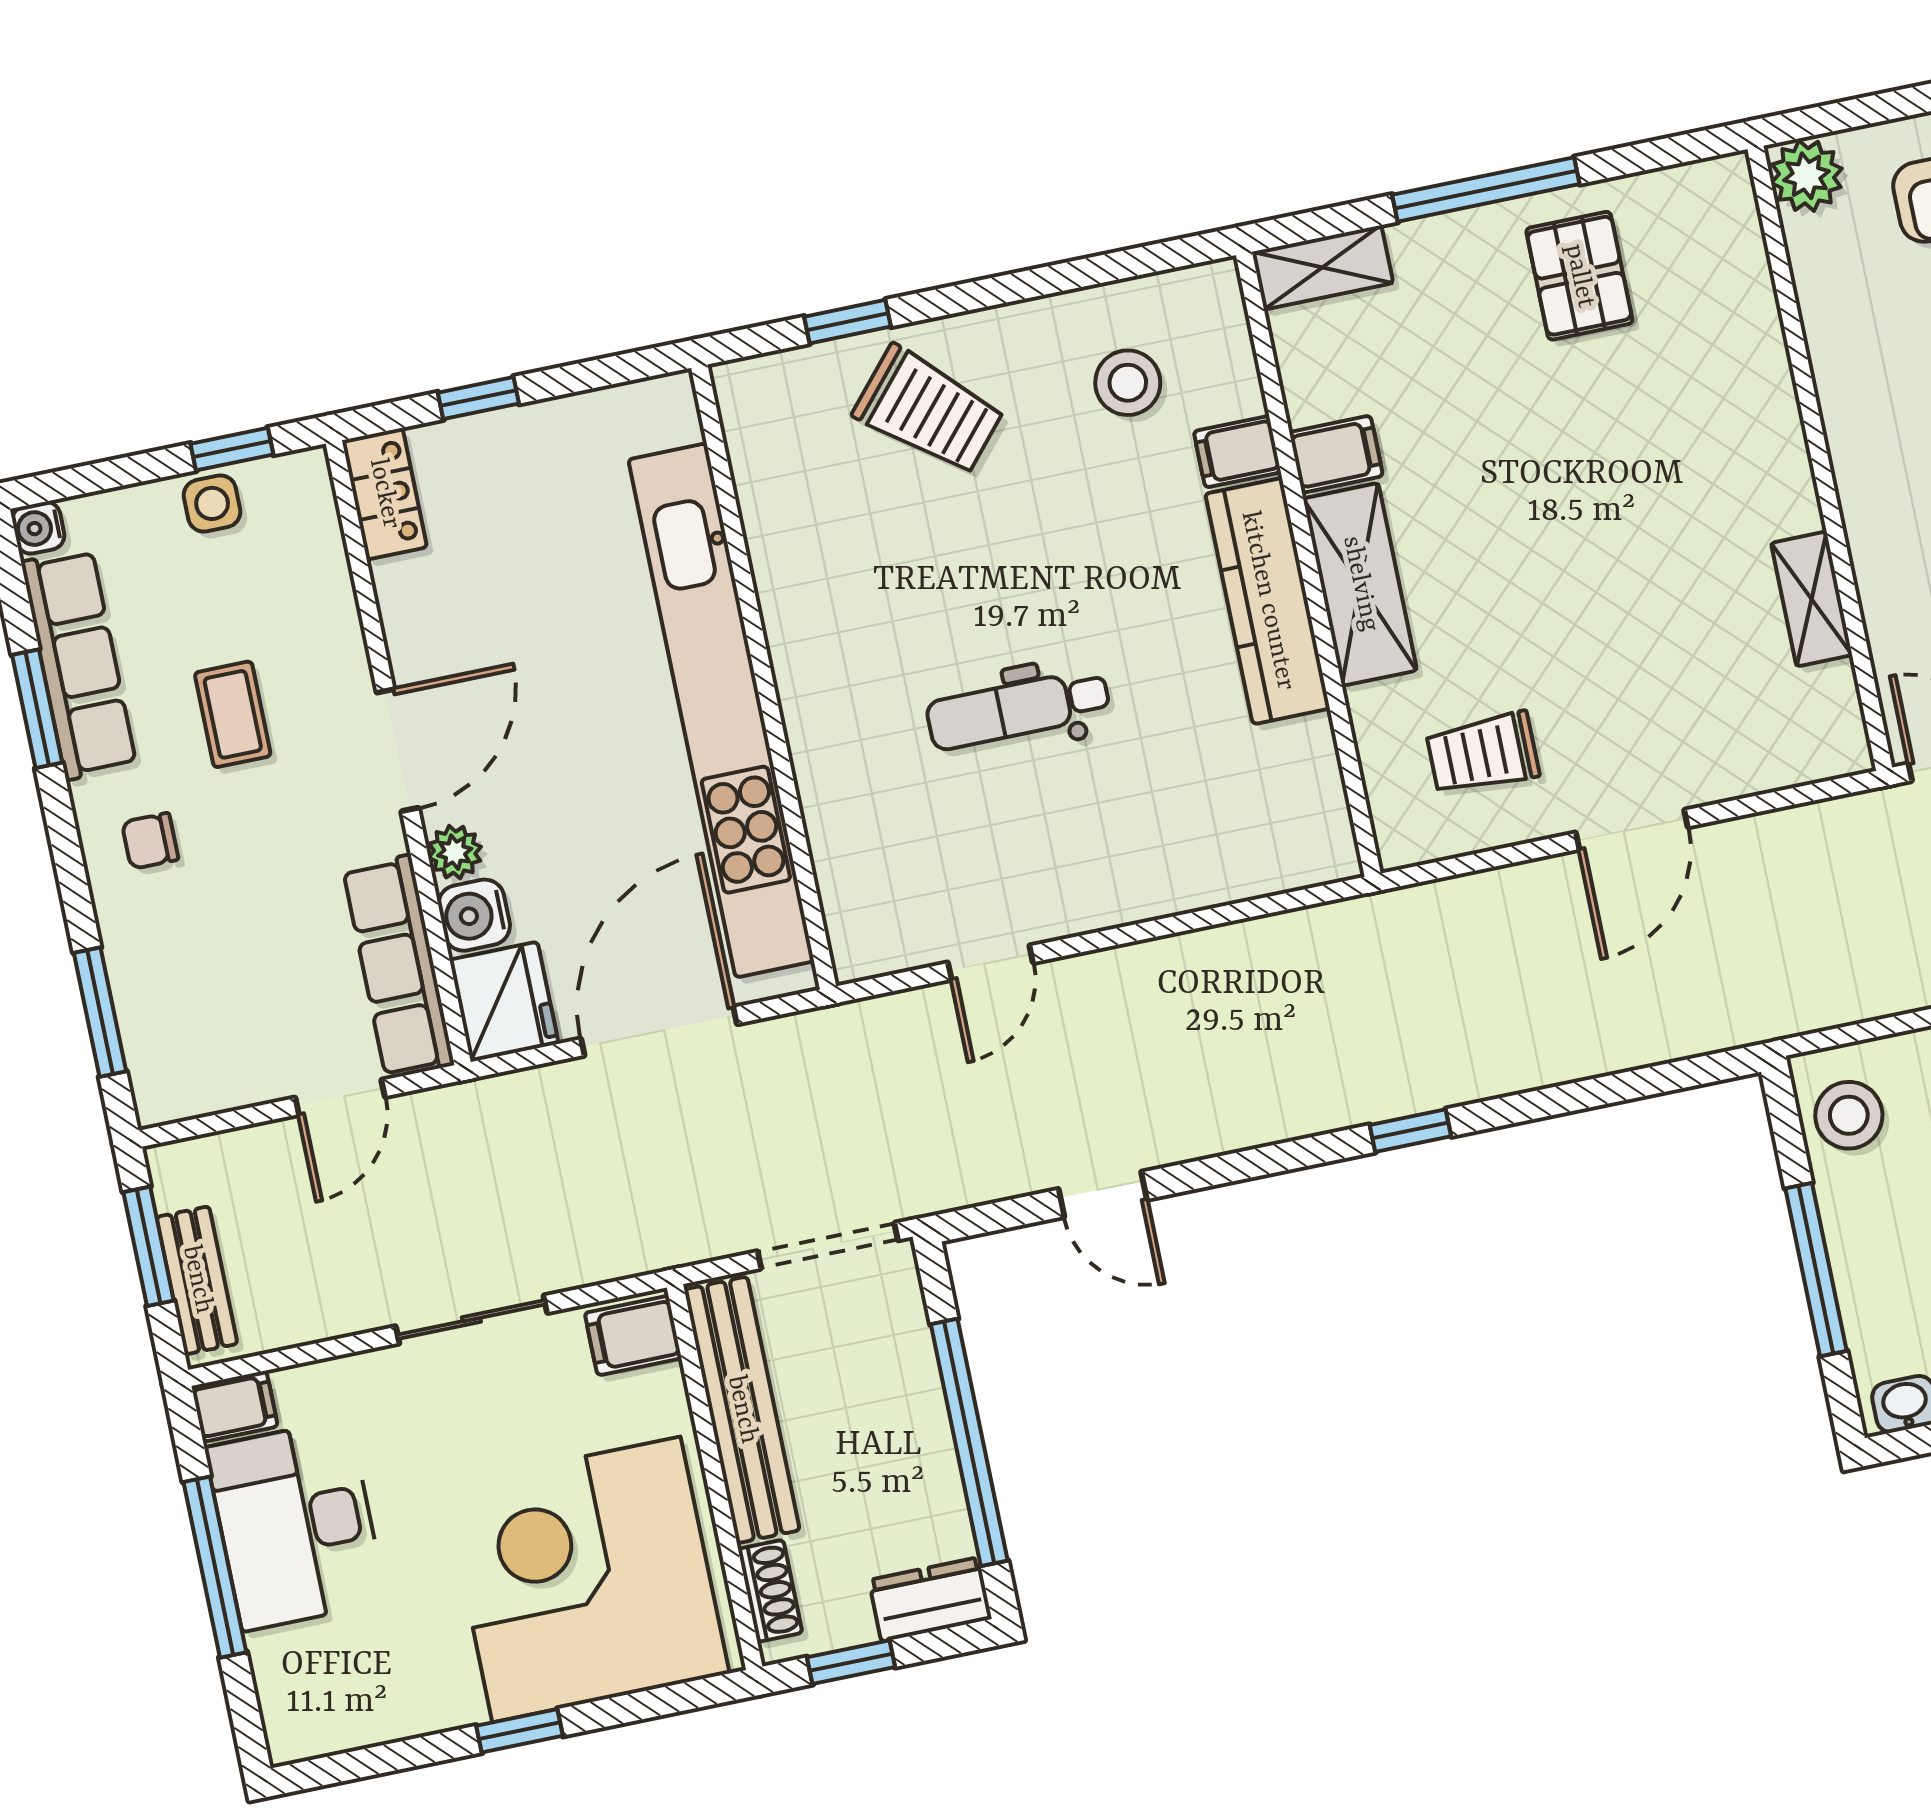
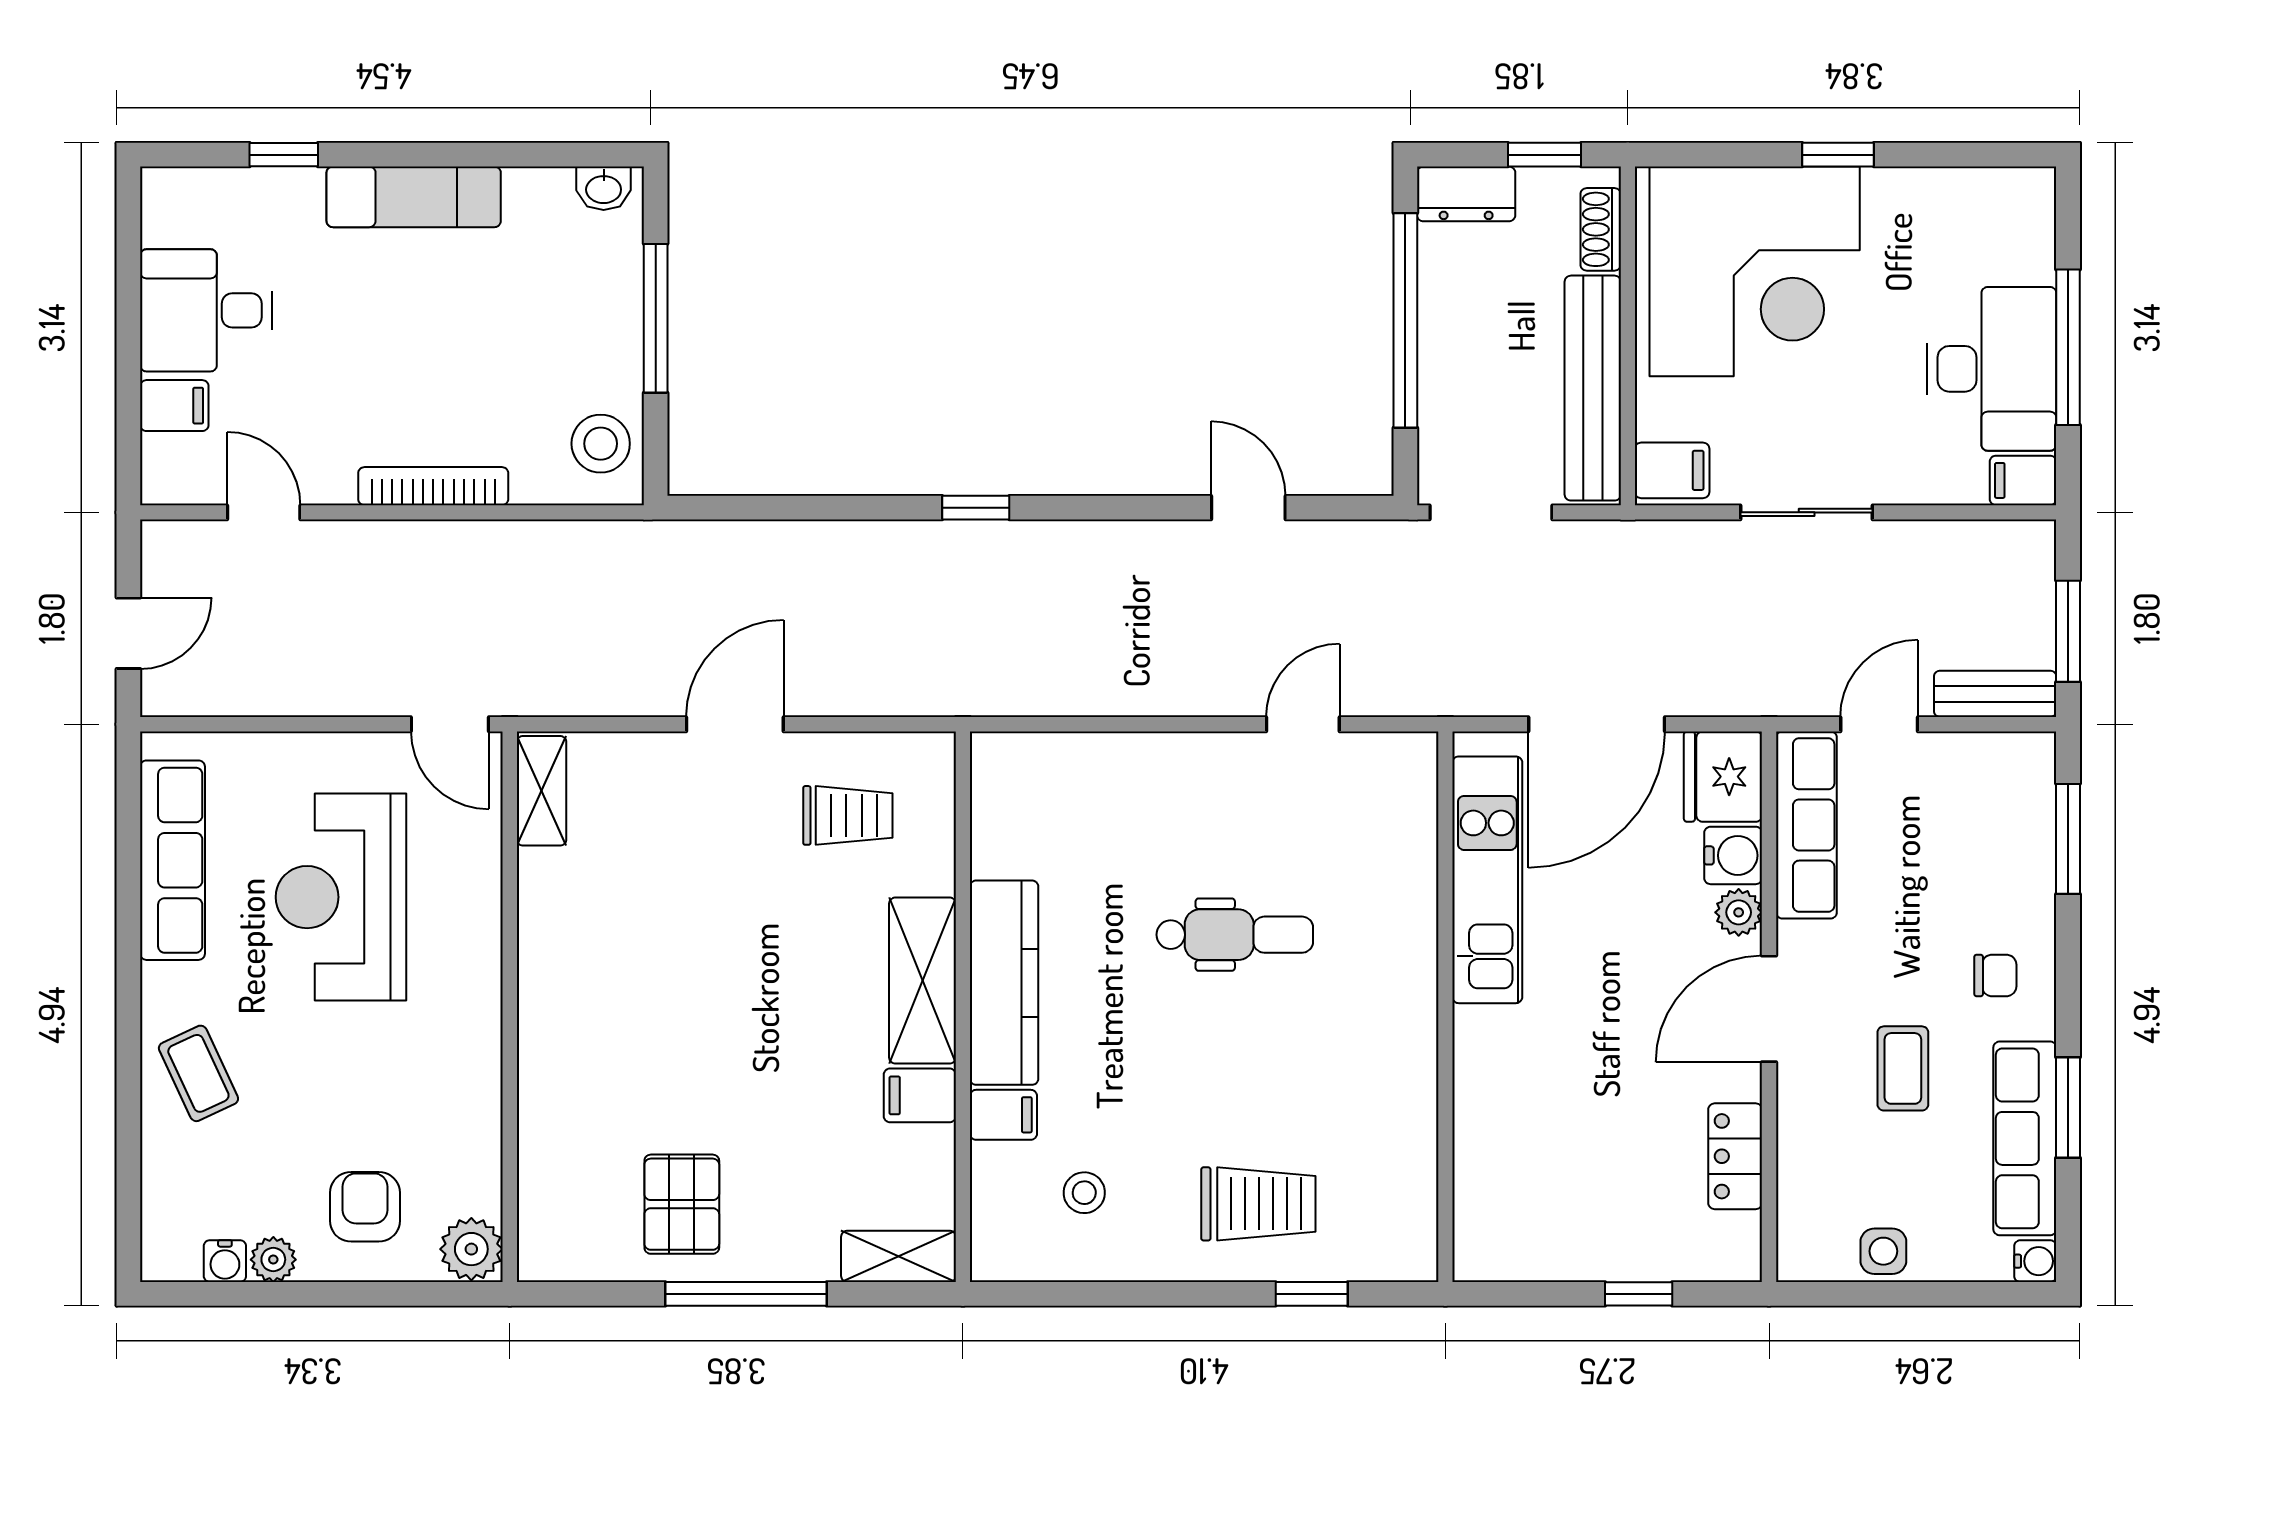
stool: (1128, 383) -> (1084, 1193), width x0.73, depth x0.73
trolley: (929, 411) -> (1258, 1204), turned 139
window: (232, 449) -> (1857, 1294), removed
locker: (384, 494) -> (1735, 1156), moved
shelving: (1812, 599) -> (541, 791), moved
kitchen unit: (721, 710) -> (1487, 880), width x0.54
bench: (197, 1280) -> (1995, 694), moved, turned 90

